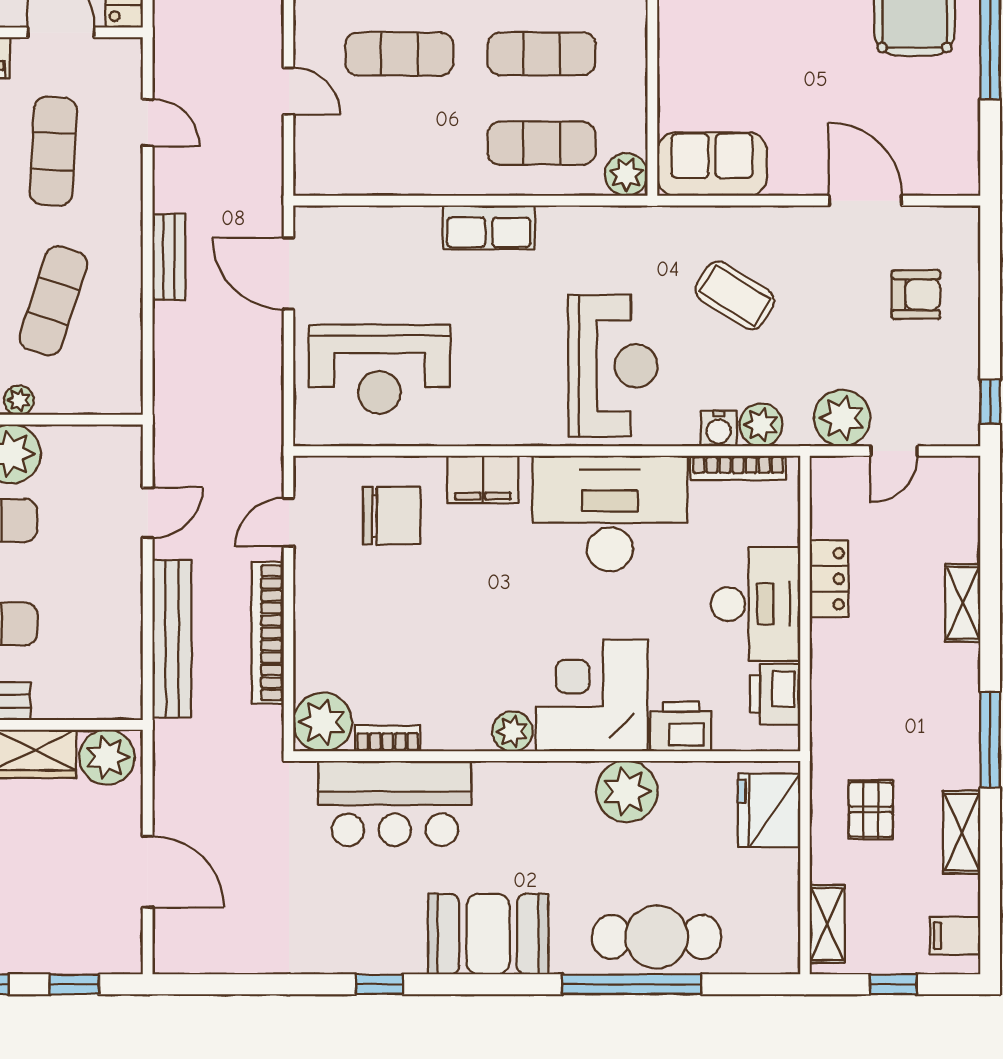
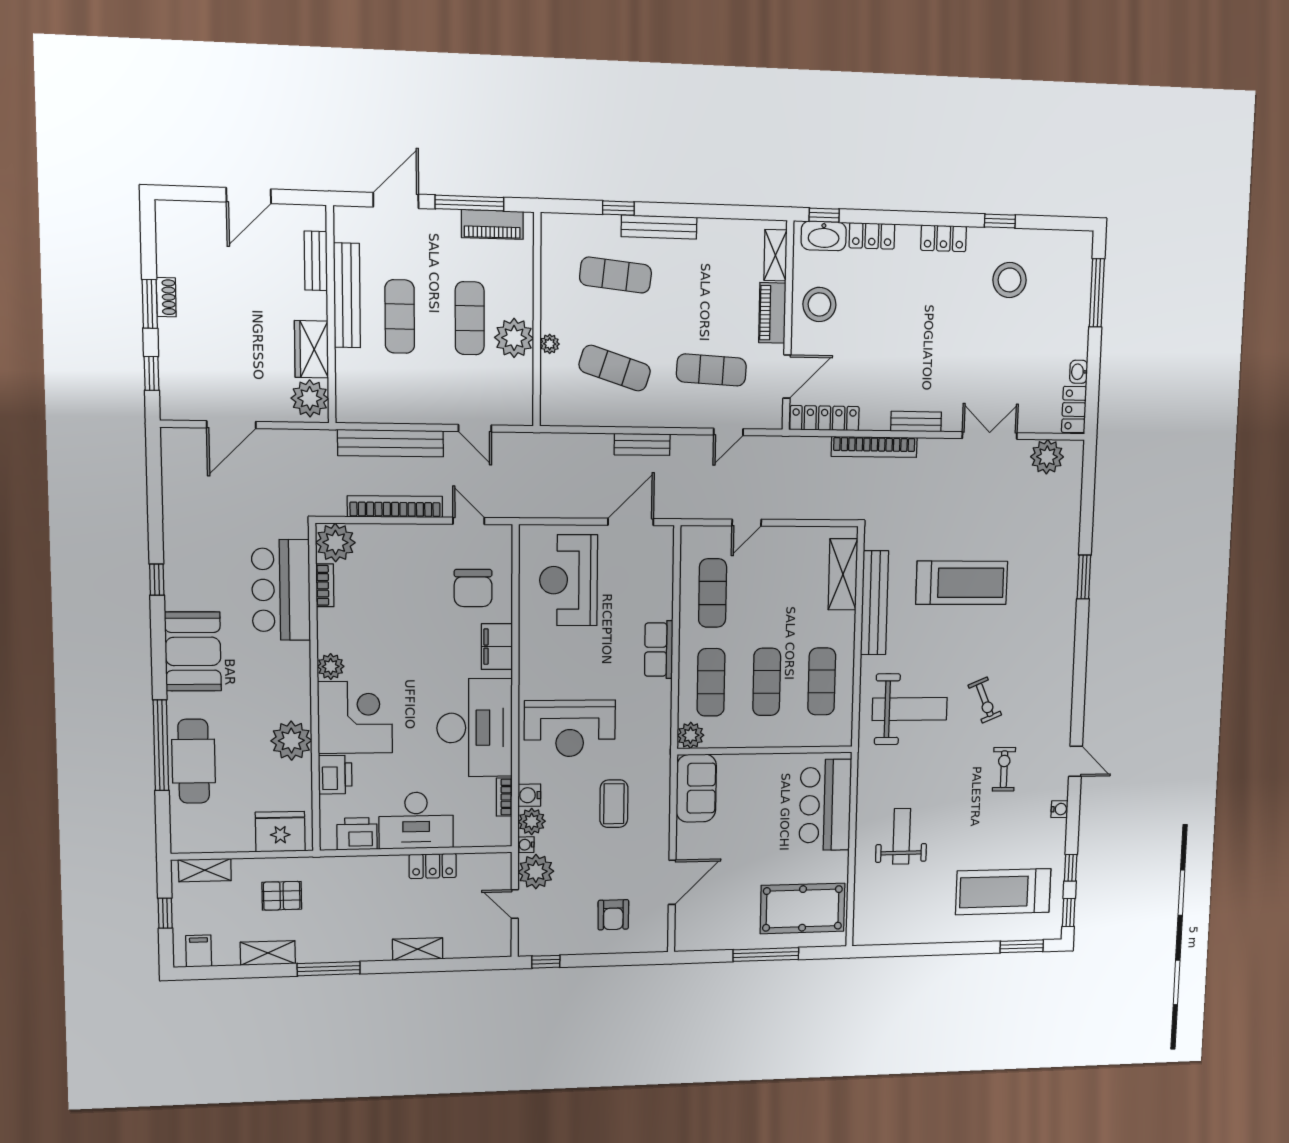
exercise mat: (399, 54) -> (713, 593), moved
coffee table: (735, 295) -> (614, 804), turned -32
water cooler: (798, 434) -> (526, 845), added
bookcase: (738, 468) -> (504, 797), width x0.64

